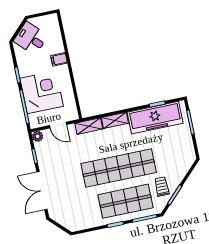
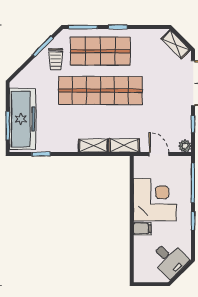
corner desk: (42, 92) -> (155, 200), moved, turned 180
freezer: (155, 118) -> (23, 119), moved, turned 90
shelving: (63, 220) -> (176, 44), added

